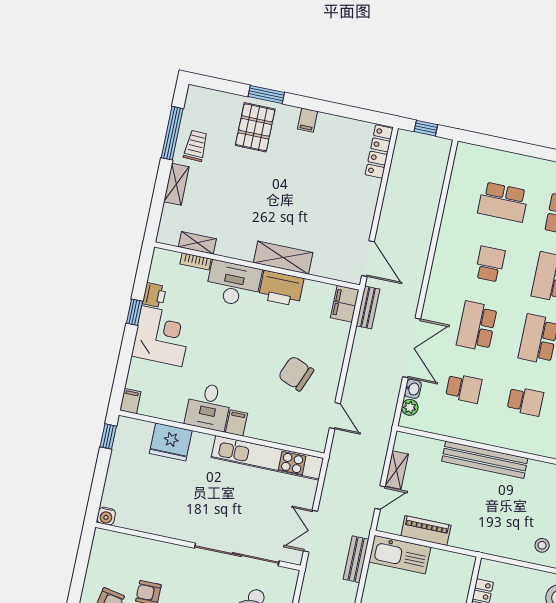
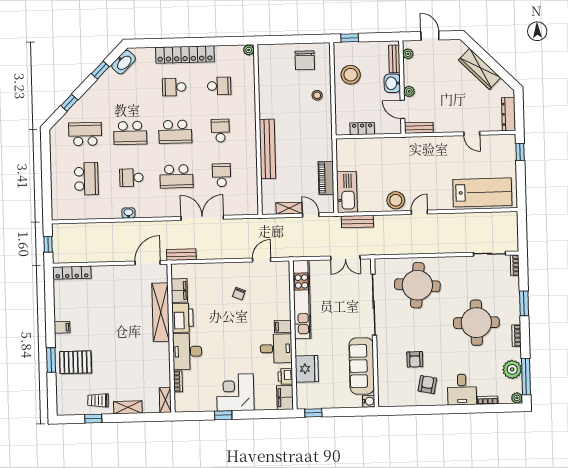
window: (172, 133) -> (93, 419), width x0.46
shelving: (197, 243) -> (165, 400), moved
shelving: (283, 258) -> (161, 312), width x1.47
printer: (154, 295) -> (285, 376), moved, turned -90
filing cabinet: (345, 304) -> (179, 291), moved, turned -90
chair: (296, 374) -> (239, 294), width x0.54, depth x0.54
washbasin: (413, 389) -> (128, 213), moved
filing cabinet: (130, 401) -> (285, 397), width x2.00
plant: (410, 407) -> (244, 209), removed
sofa: (157, 518) -> (362, 366), added

